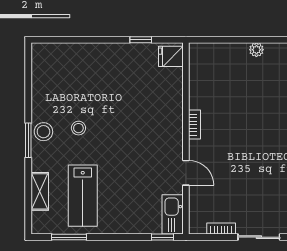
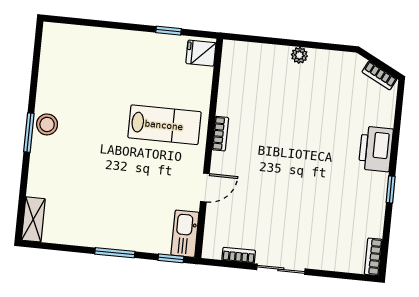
stool: (78, 128) -> (87, 124), removed
door: (186, 173) -> (205, 188), hinge flipped
shelving: (40, 191) -> (33, 219), moved
lab bench: (83, 196) -> (164, 125), moved, turned -90
window: (69, 237) -> (115, 253), moved

